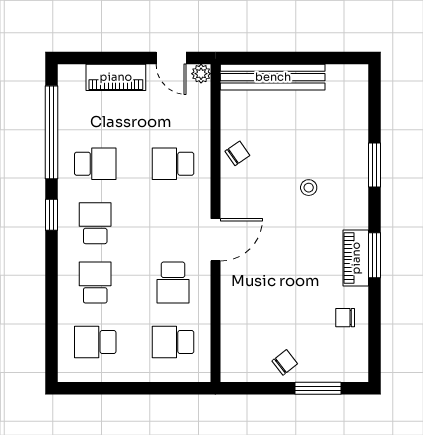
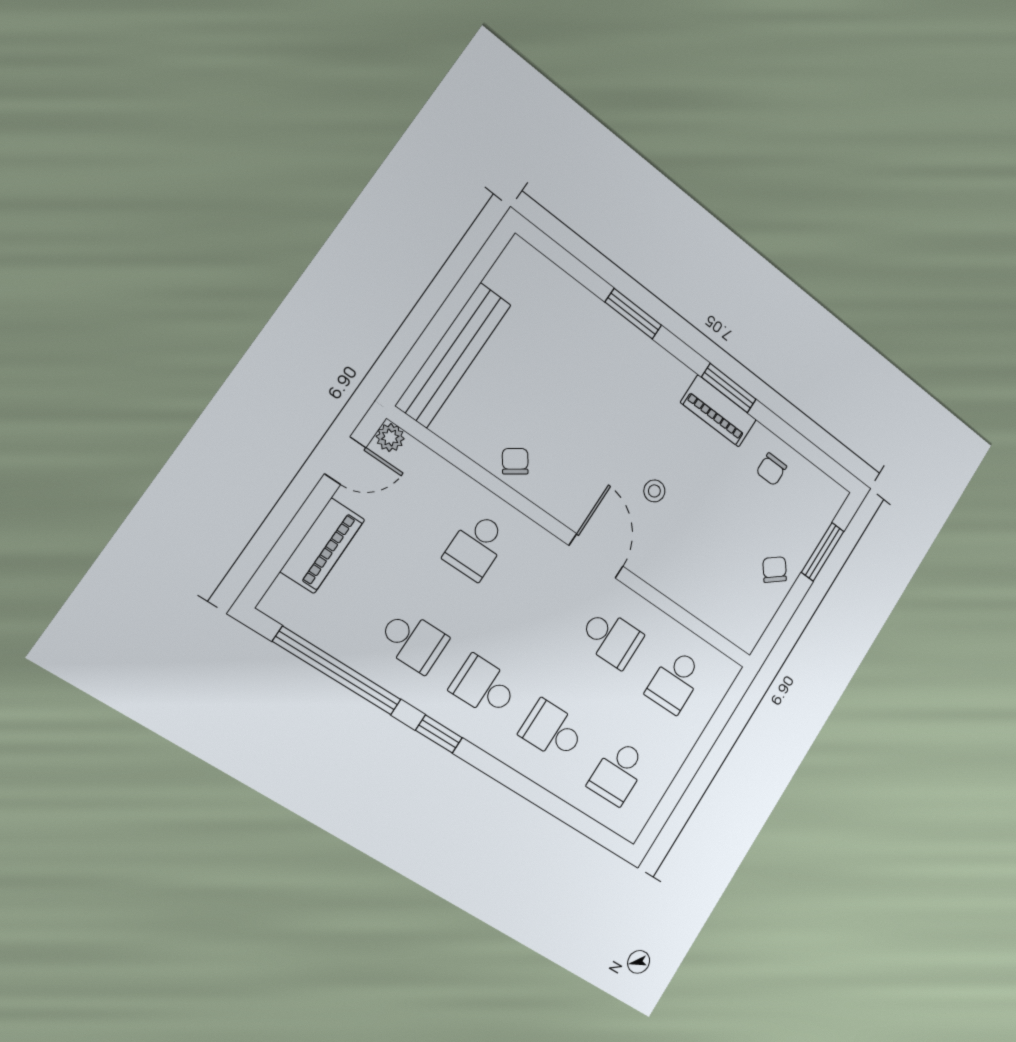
school desk: (95, 164) -> (413, 641), turned 90
stool: (309, 188) -> (654, 491), moved

